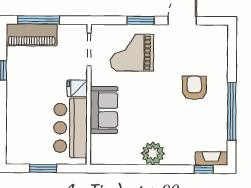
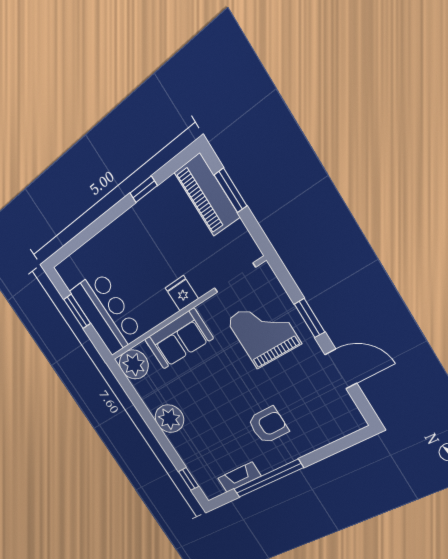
window: (39, 20) -> (231, 190), width x0.69
bar counter: (70, 128) -> (106, 313), moved, turned 90
plant: (102, 153) -> (134, 364), added
fireplace: (211, 158) -> (239, 477), moved, turned -90

